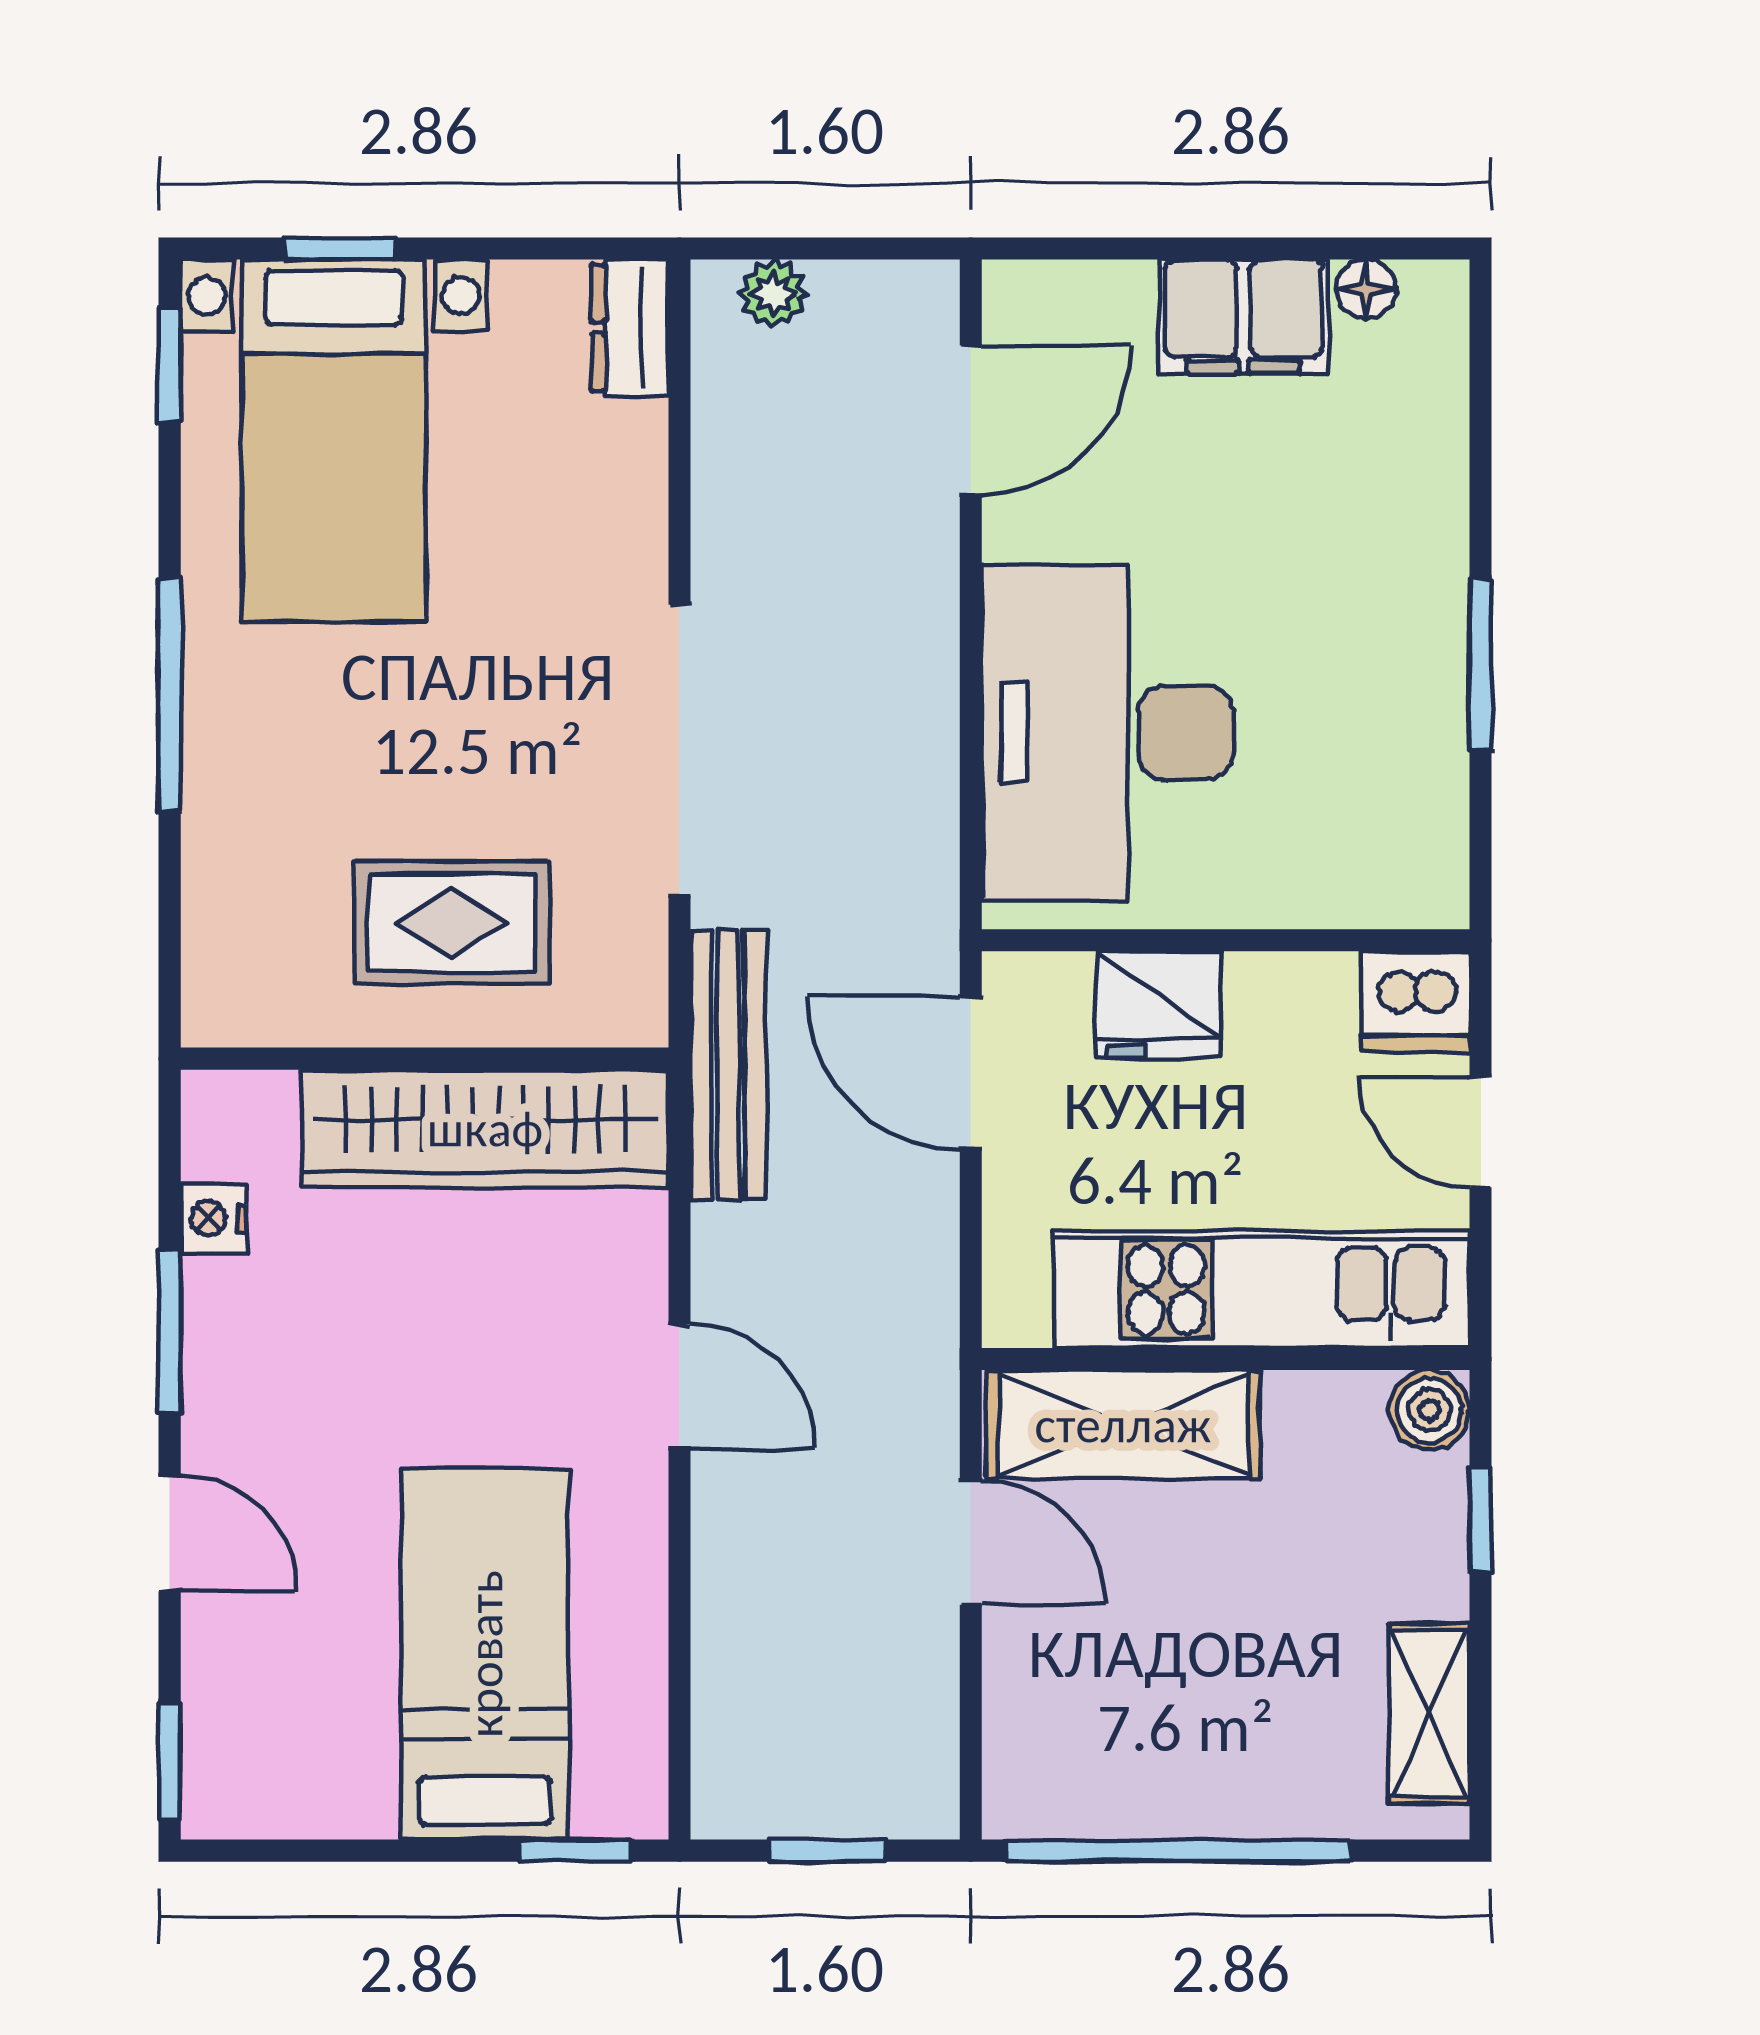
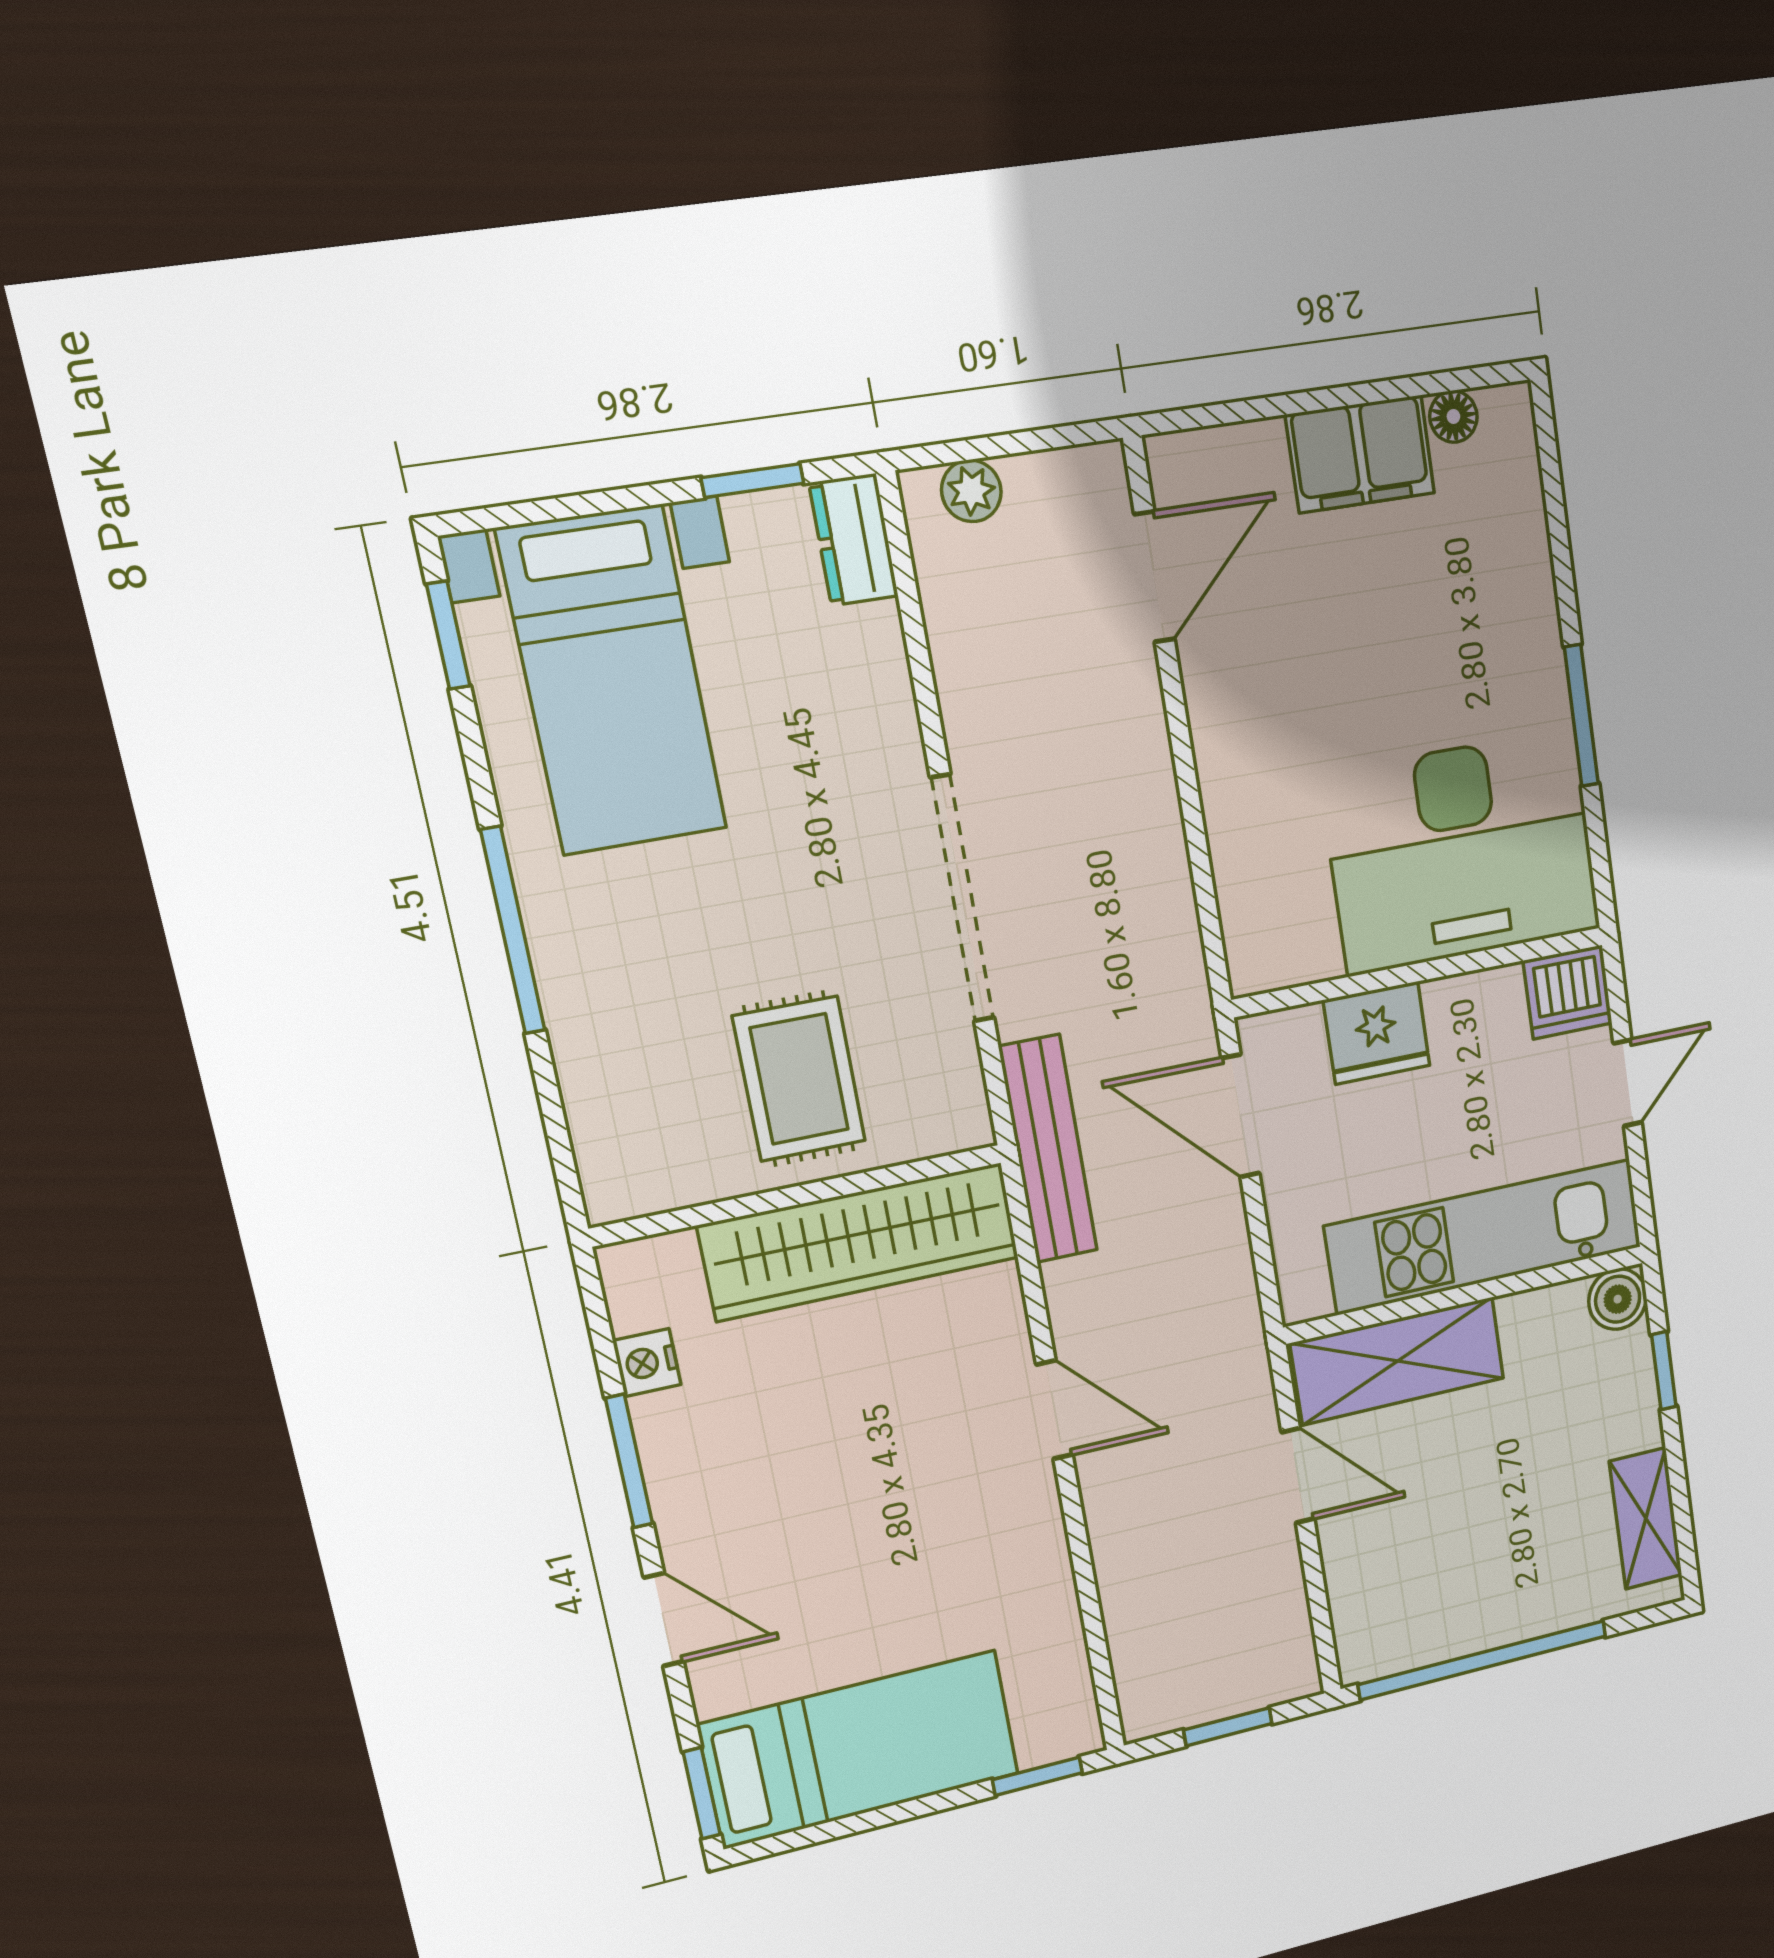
window: (341, 248) -> (753, 481), moved
desk: (1108, 732) -> (1462, 852), moved, turned -90
rug: (452, 923) -> (799, 1079), turned 90
door: (1481, 1132) -> (1628, 1083), swing flipped
bed: (485, 1654) -> (860, 1749), moved, turned 90

